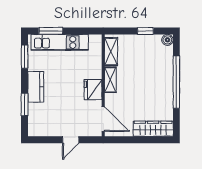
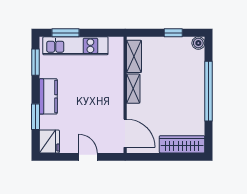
fridge: (93, 90) -> (49, 141), moved, turned 180
door: (71, 140) -> (88, 157), swing flipped

